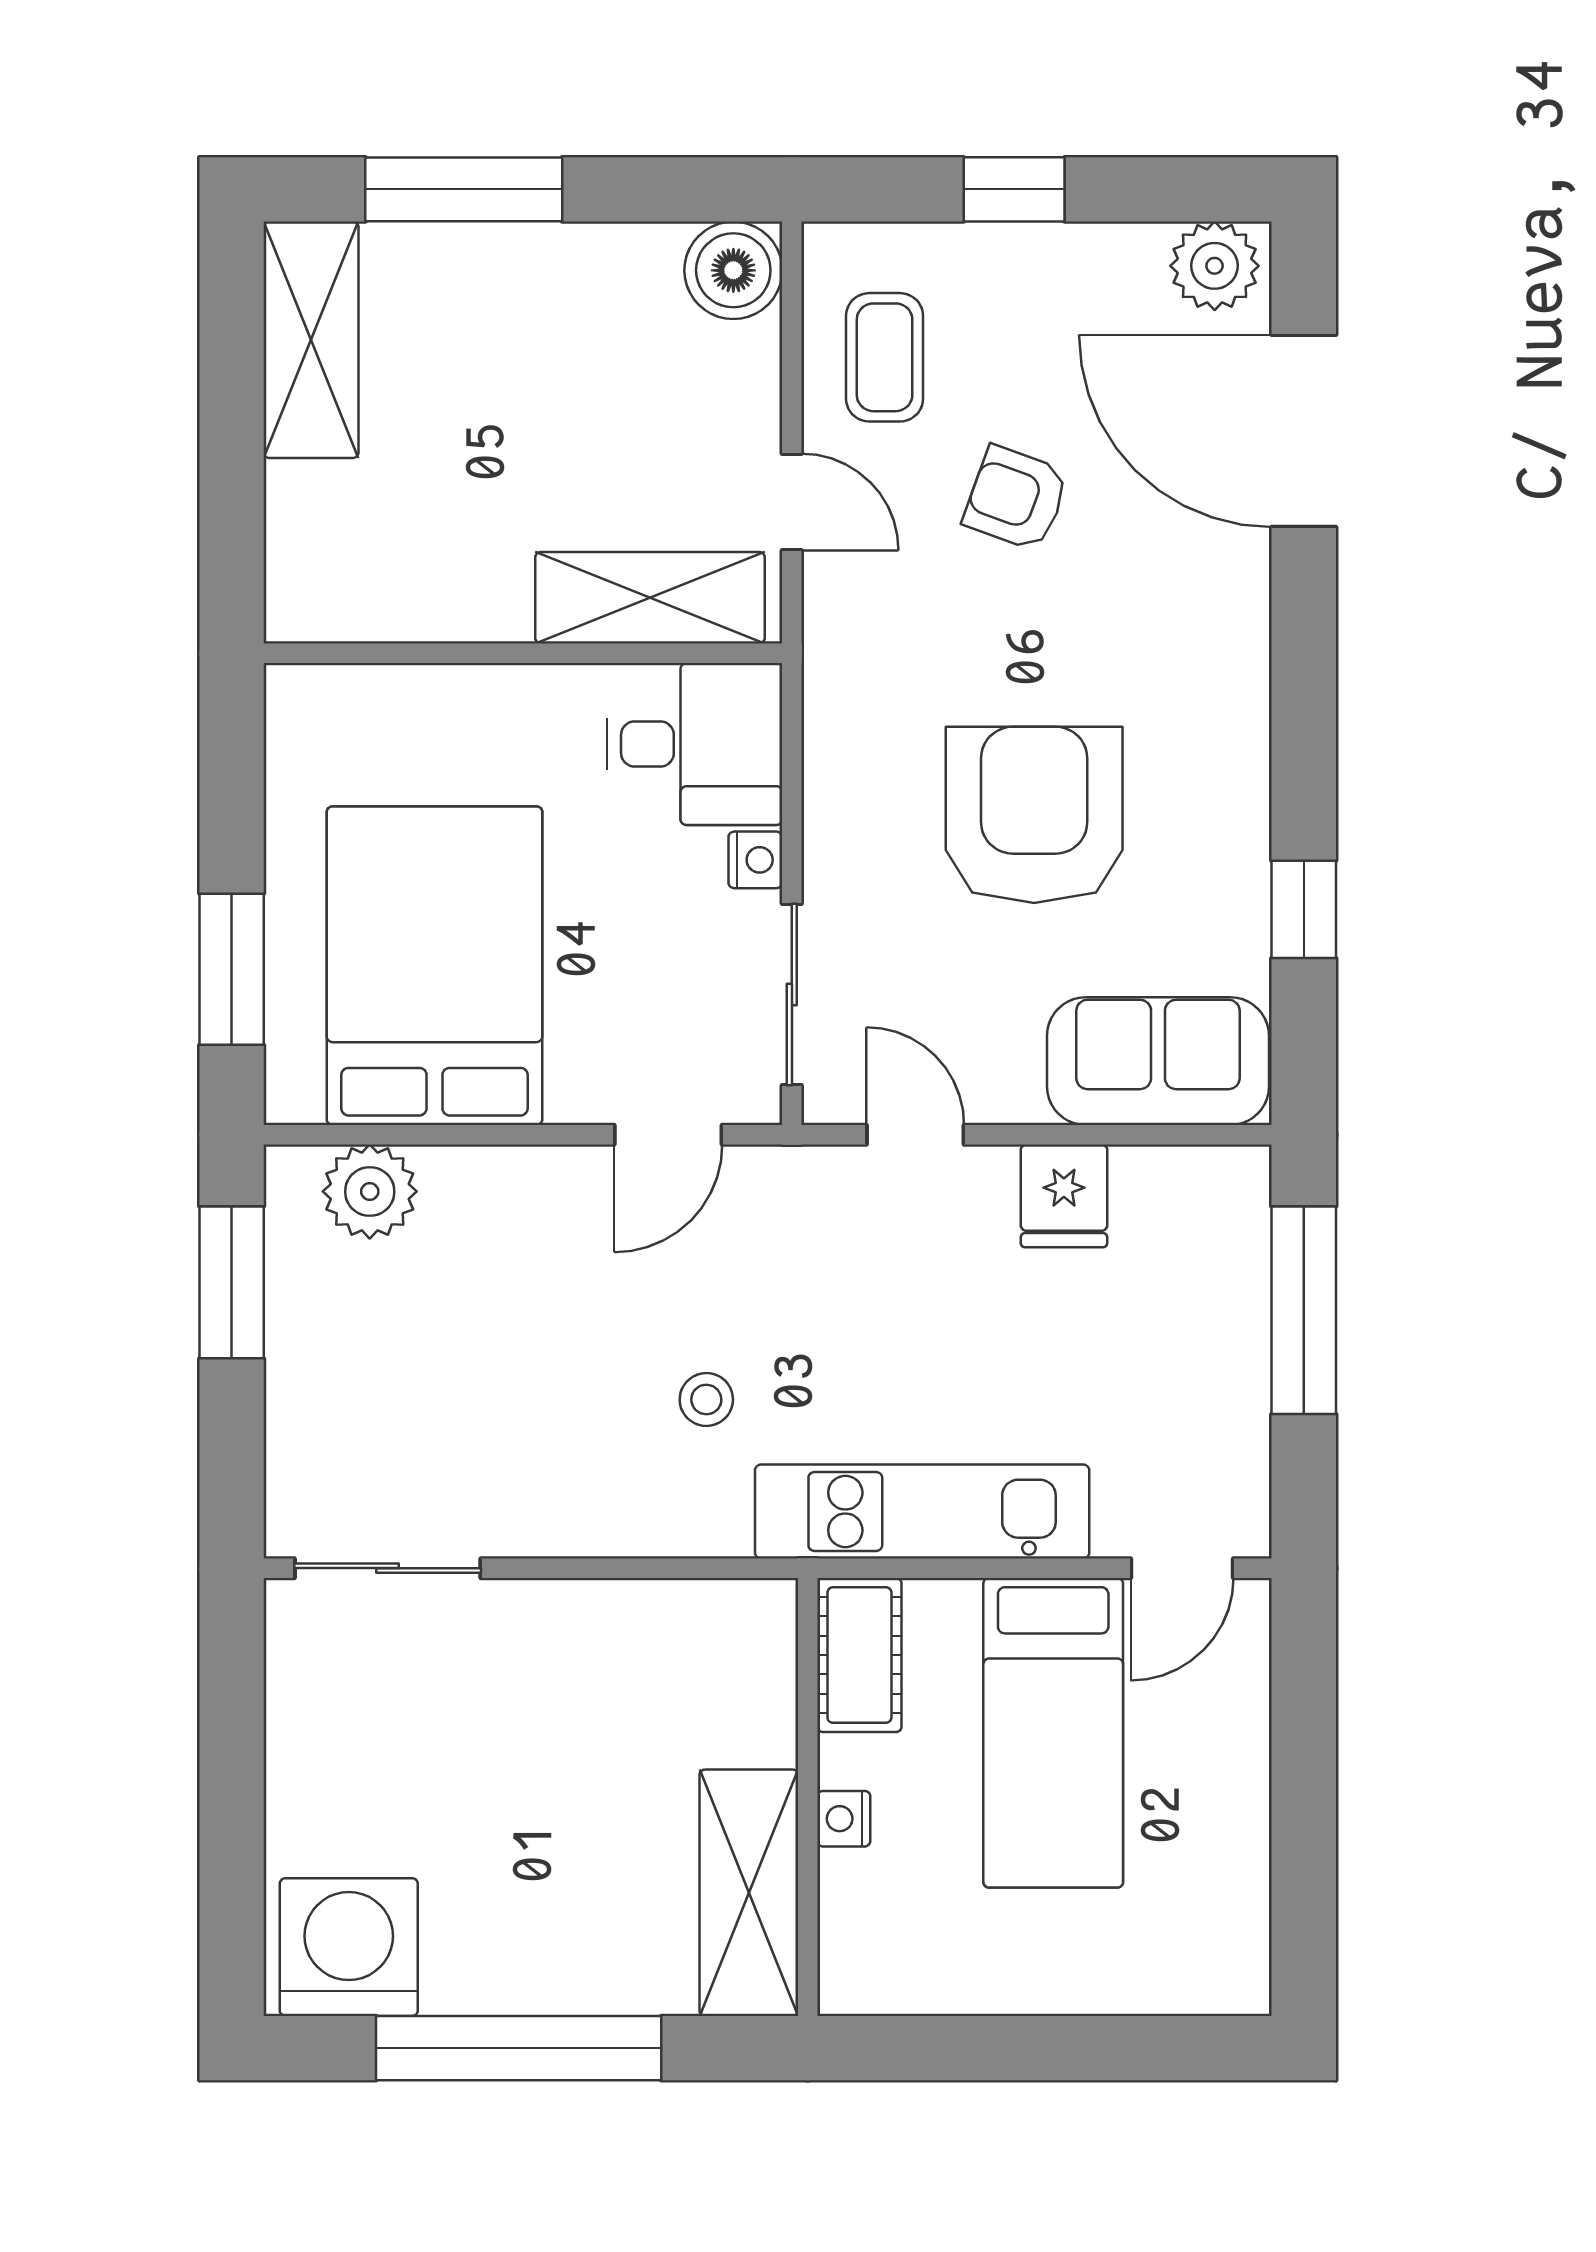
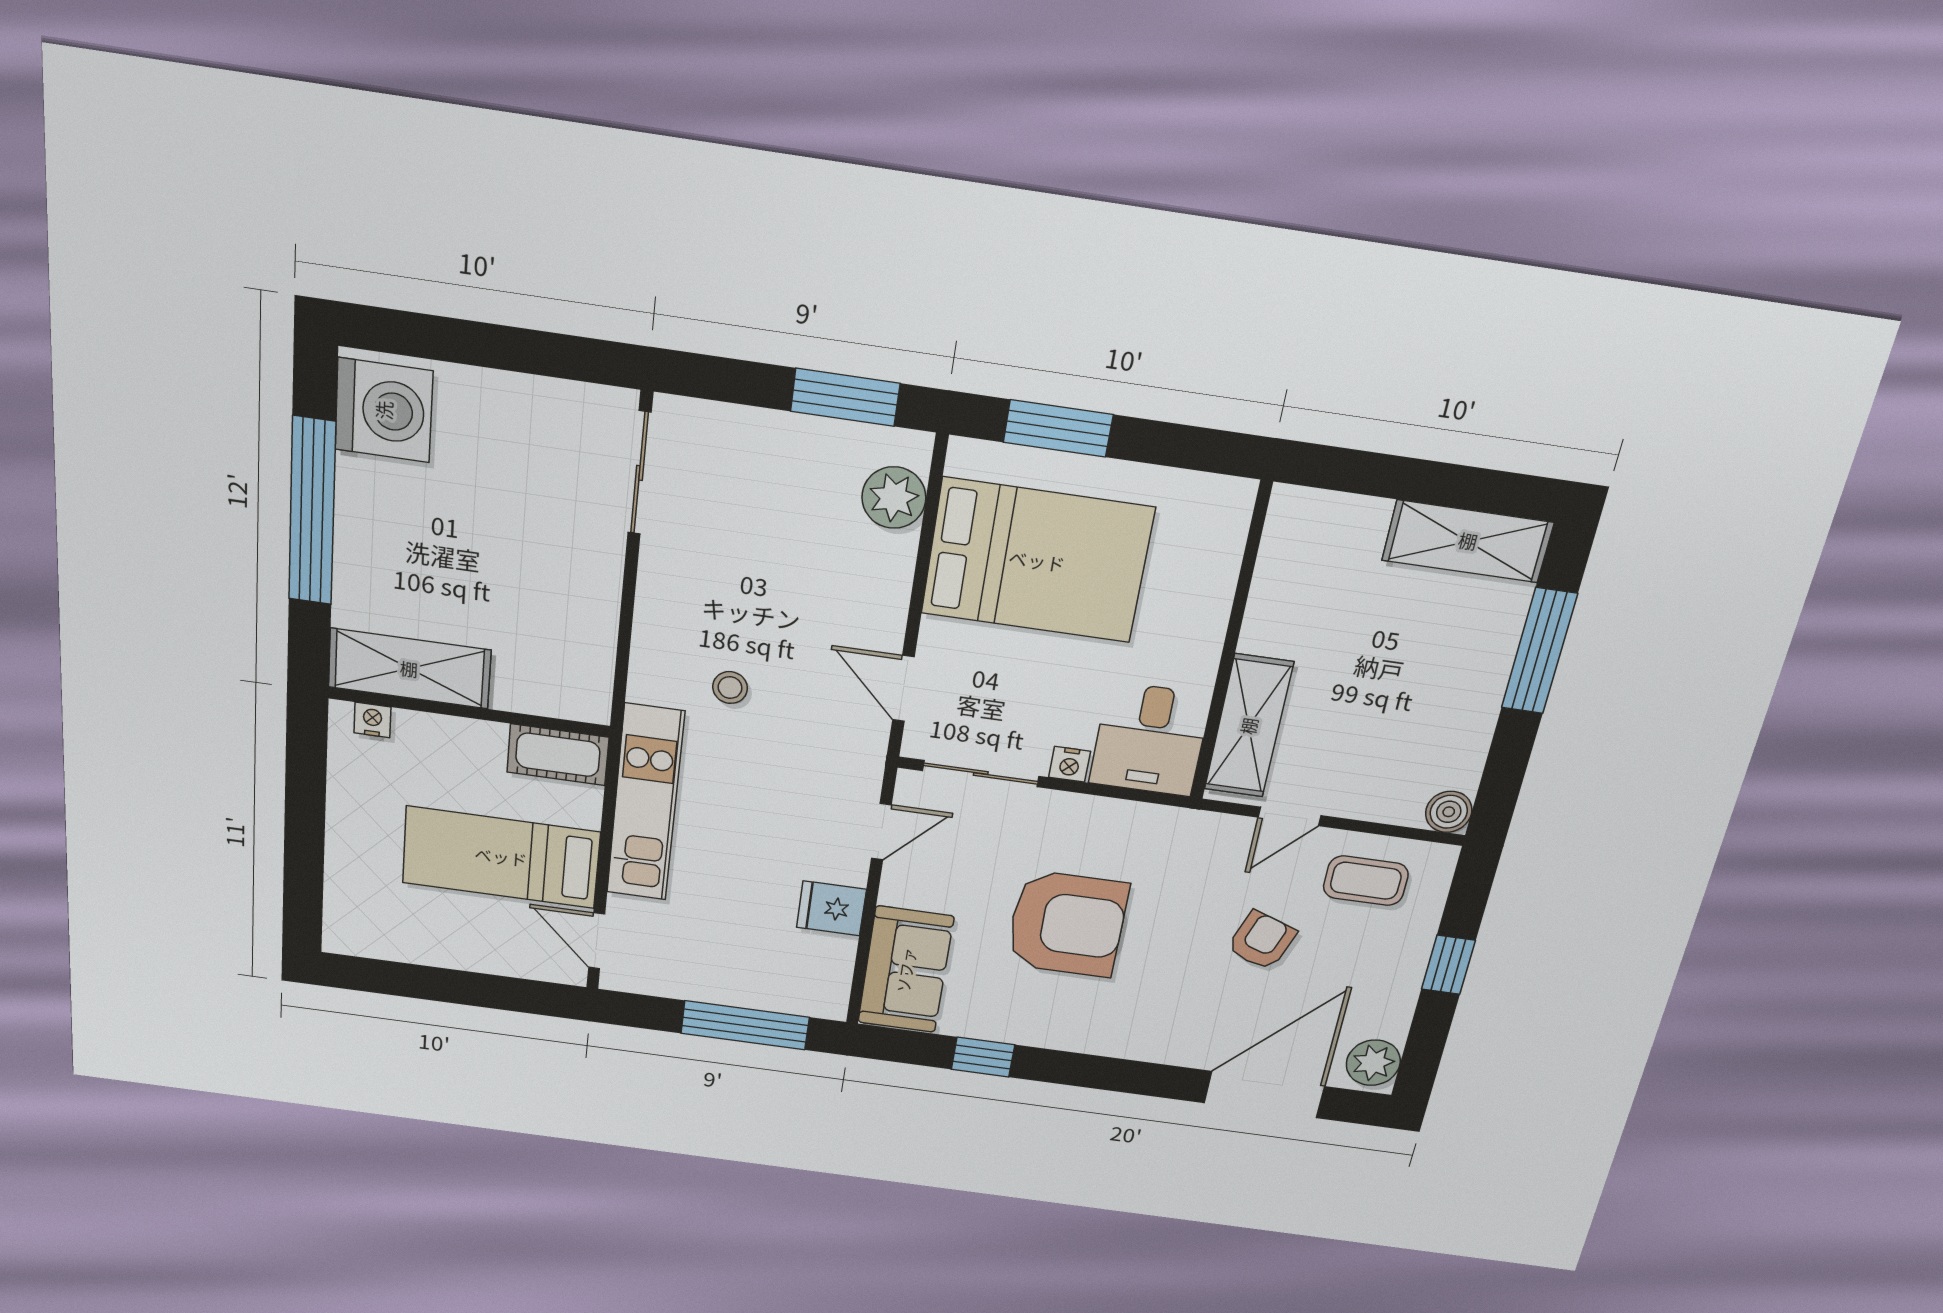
boiler: (733, 270) -> (1449, 812), width x0.73, depth x0.73
nightstand: (844, 1819) -> (372, 720), moved

